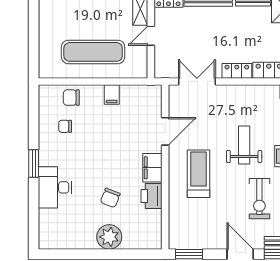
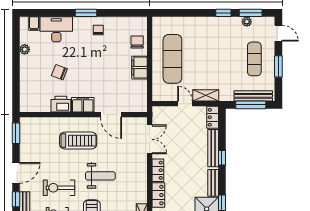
filing cabinet: (112, 95) -> (139, 68), width x2.00
chair: (65, 126) -> (98, 30), moved
desk: (55, 187) -> (56, 29), moved
filing cabinet: (47, 231) -> (34, 24), added
plant: (109, 237) -> (25, 49), moved, width x0.53, depth x0.53

